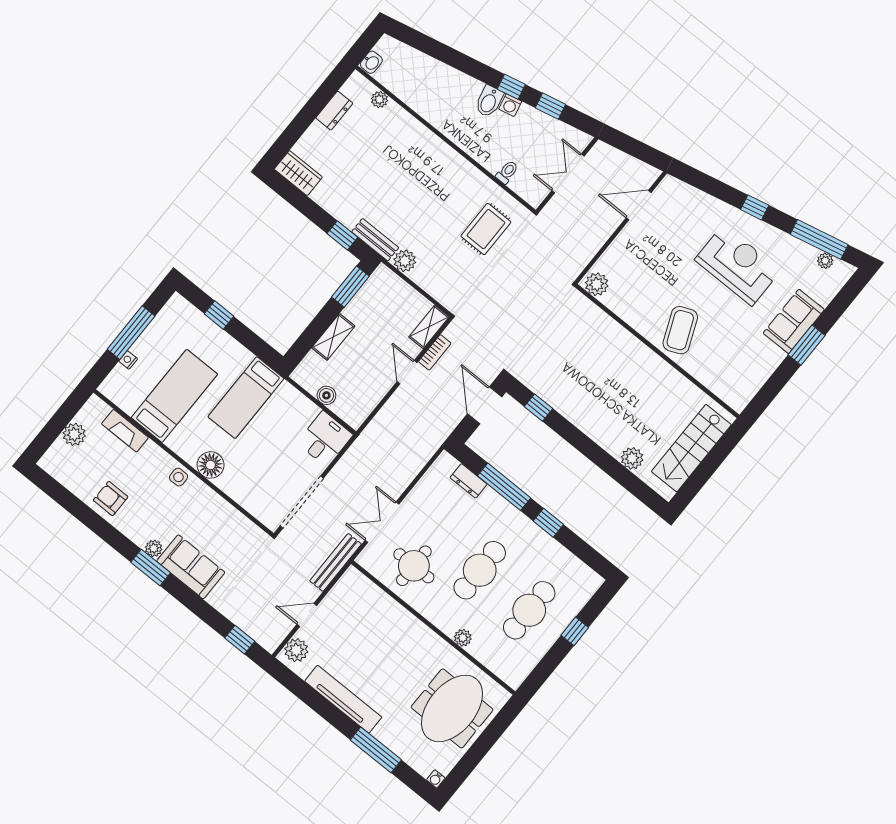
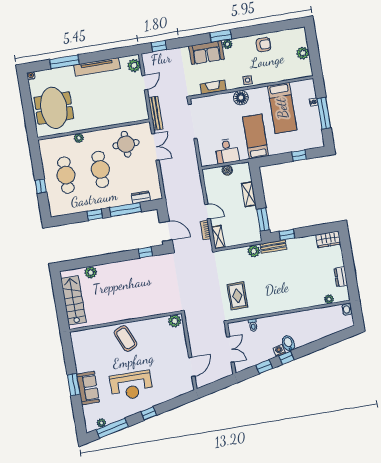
fireplace: (125, 431) -> (213, 87), moved
desk: (325, 439) -> (227, 151), moved

